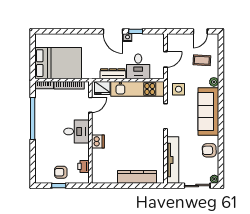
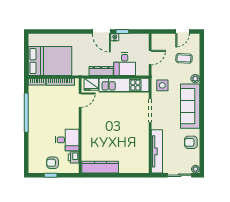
desk: (76, 131) -> (67, 140), moved
dishwasher: (98, 141) -> (87, 134), removed
kitchen counter: (137, 177) -> (100, 167), moved

